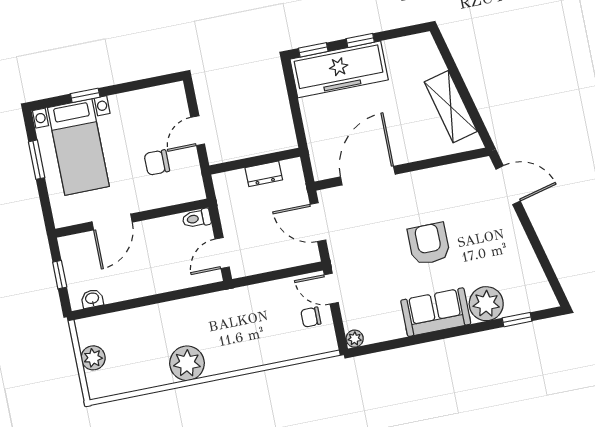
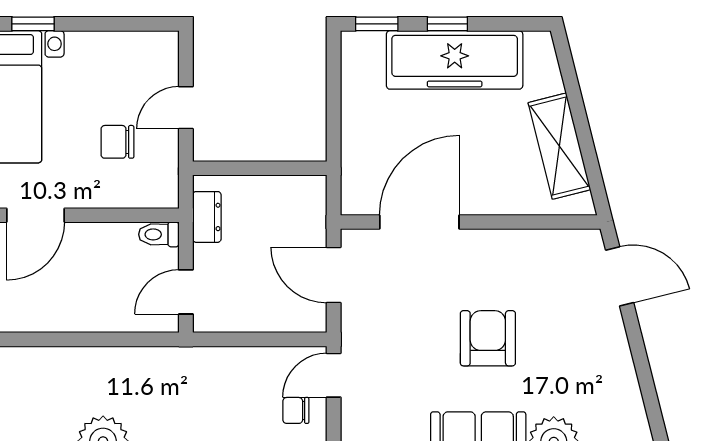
freezer: (339, 69) -> (455, 60), moved
dresser: (264, 174) -> (207, 217), moved, turned -90
door: (331, 289) -> (334, 375), hinge flipped

